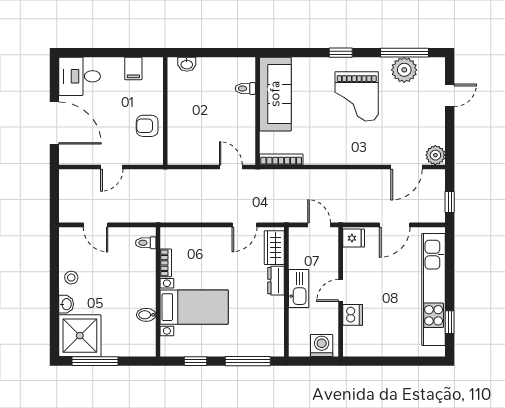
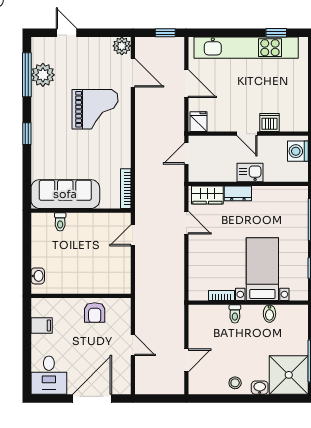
grand piano: (357, 96) -> (95, 109), moved
toilet: (146, 243) -> (235, 314), moved
kitchen sink: (299, 288) -> (250, 173), width x0.73

